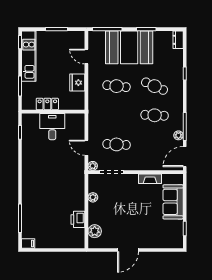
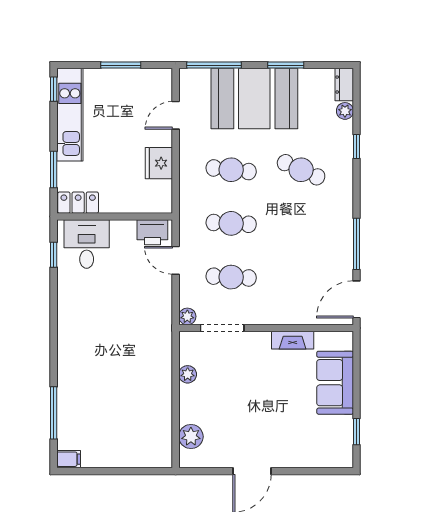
door: (86, 57) -> (176, 115), hinge flipped
locker: (47, 104) -> (78, 203), moved
cafe table: (155, 115) -> (231, 223), moved
desk: (52, 127) -> (87, 244), moved
plant: (178, 135) -> (345, 111), moved
door: (86, 148) -> (176, 260), moved
printer: (78, 219) -> (152, 232), moved, turned -90

